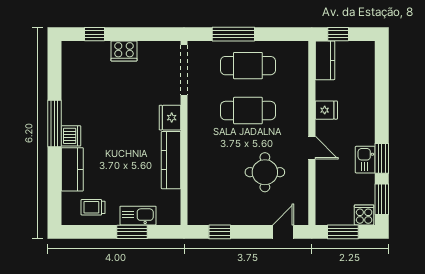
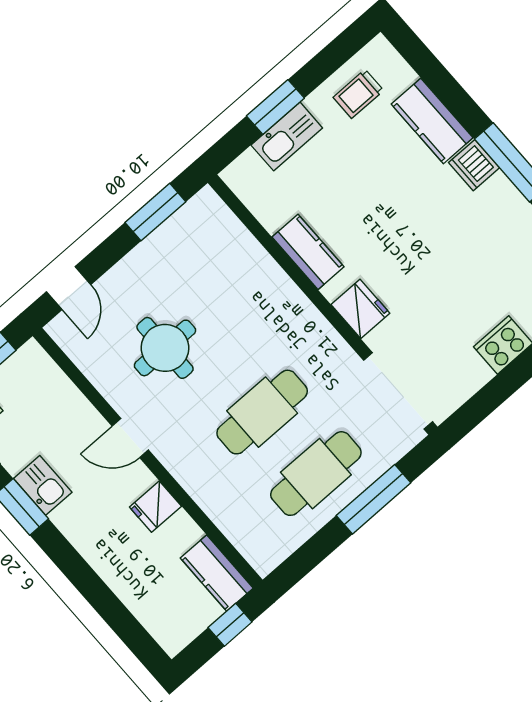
kitchen counter: (171, 160) -> (308, 252), width x0.67
trolley: (93, 207) -> (358, 94), turned 180
window: (220, 232) -> (155, 212), width x1.50

